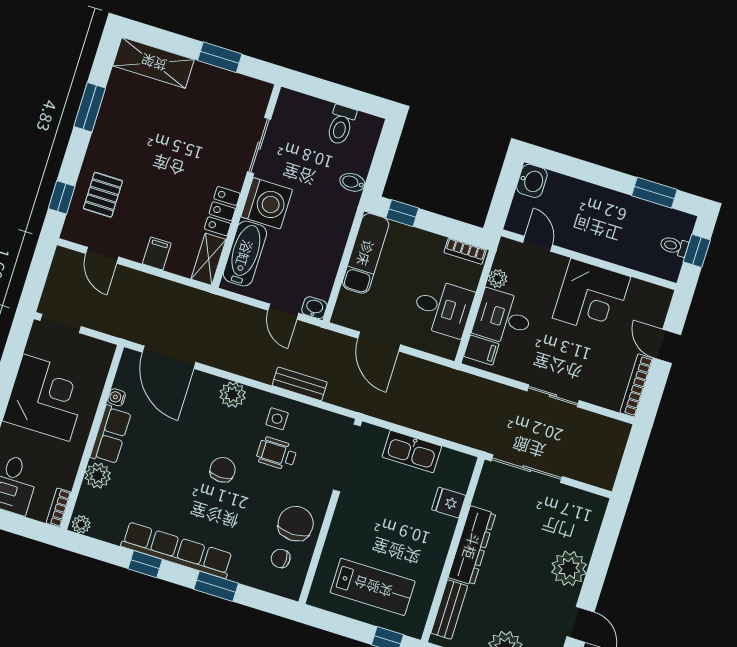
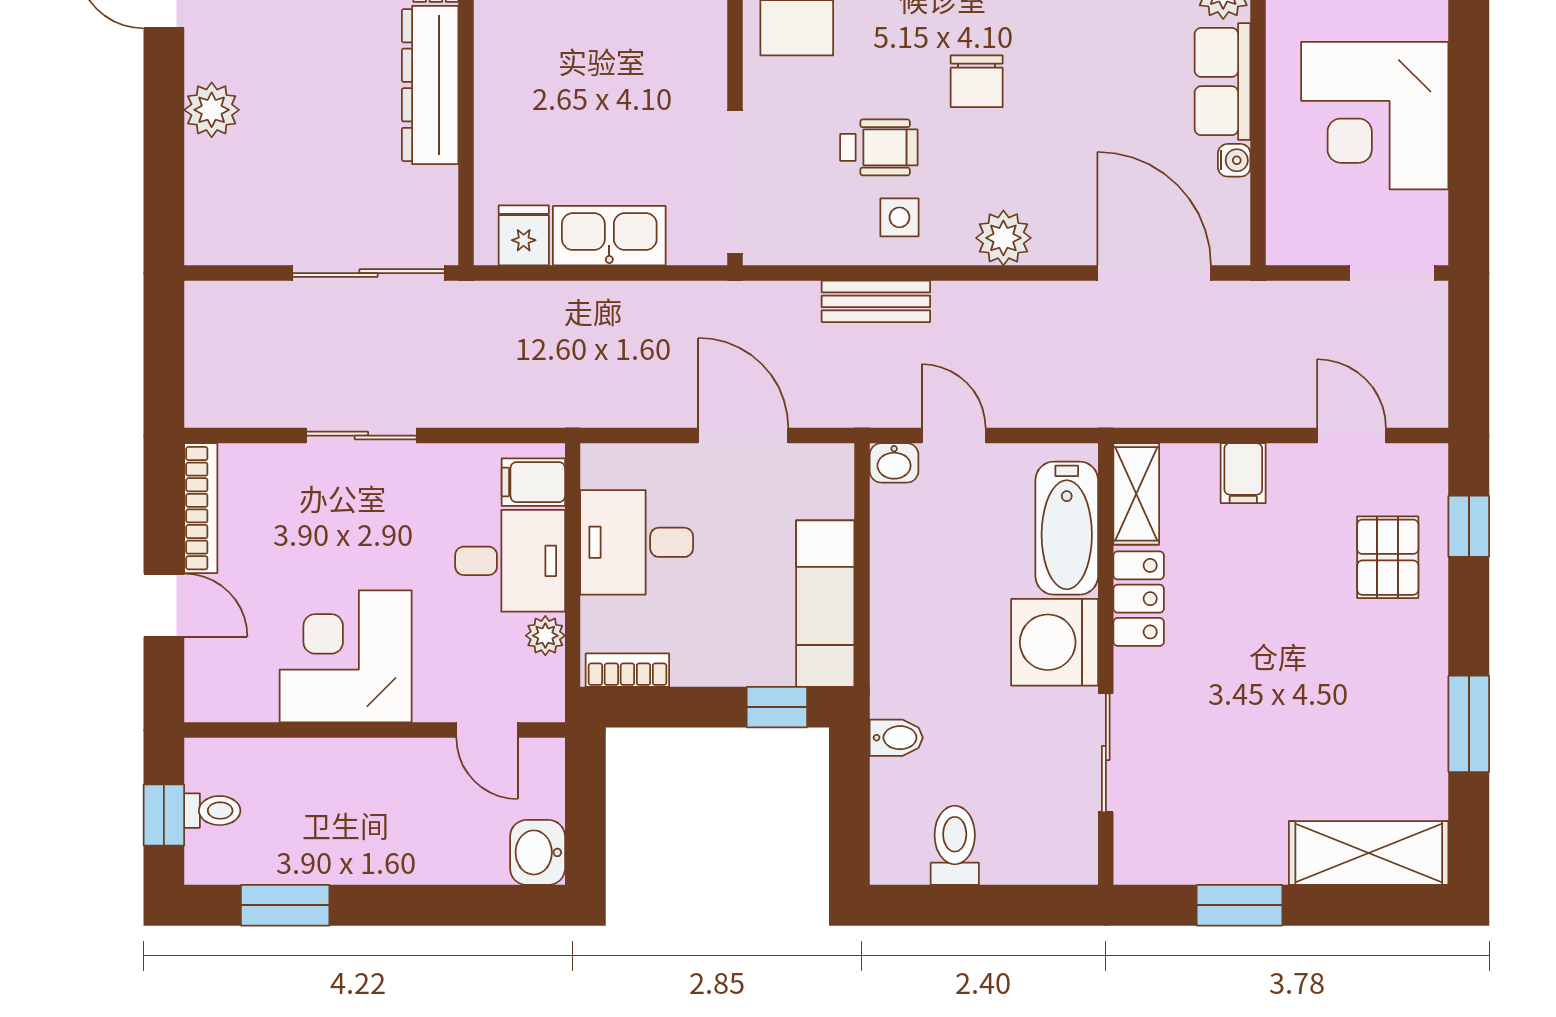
fridge: (449, 503) -> (524, 235), moved, turned -90
plant: (569, 568) -> (212, 110), width x0.73, depth x0.73

